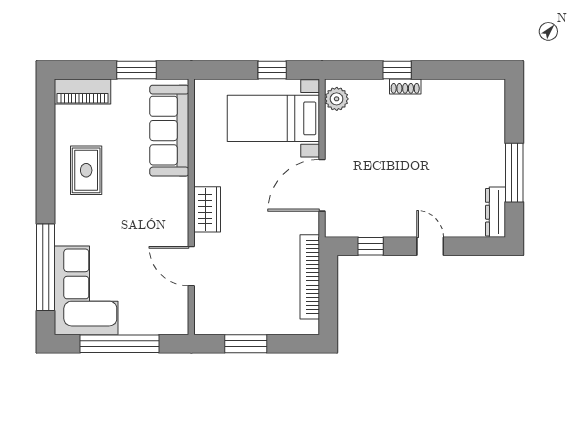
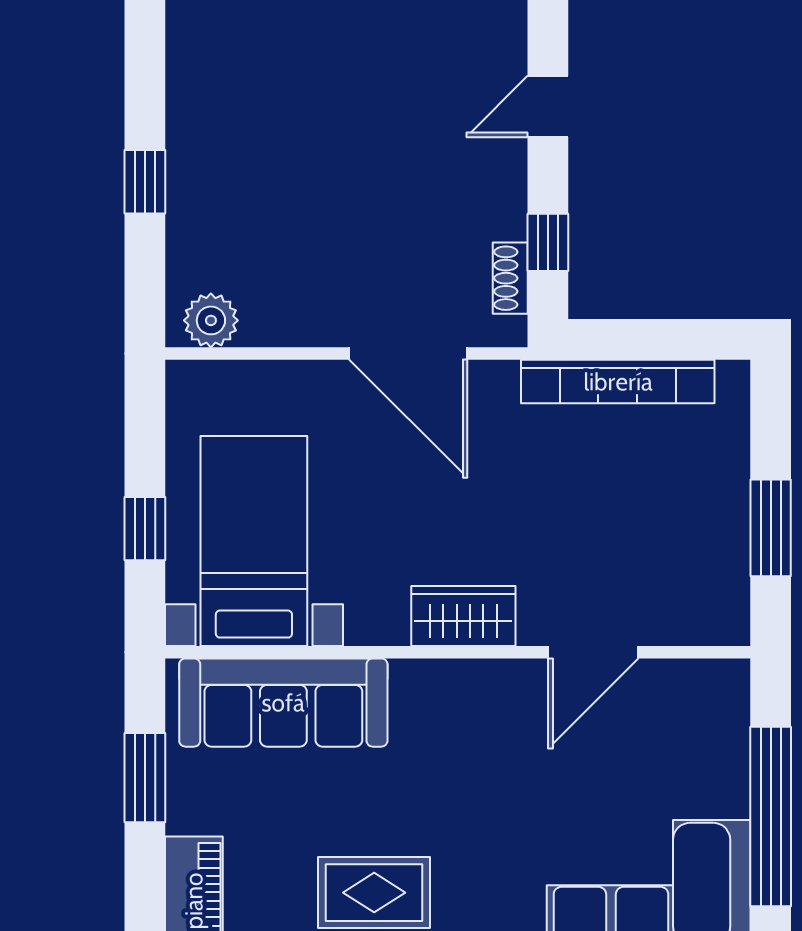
window: (272, 70) -> (145, 529), moved
shoe rack: (405, 86) -> (510, 278), moved, turned 180
bed with nightstands: (273, 118) -> (254, 541), moved, turned 180

